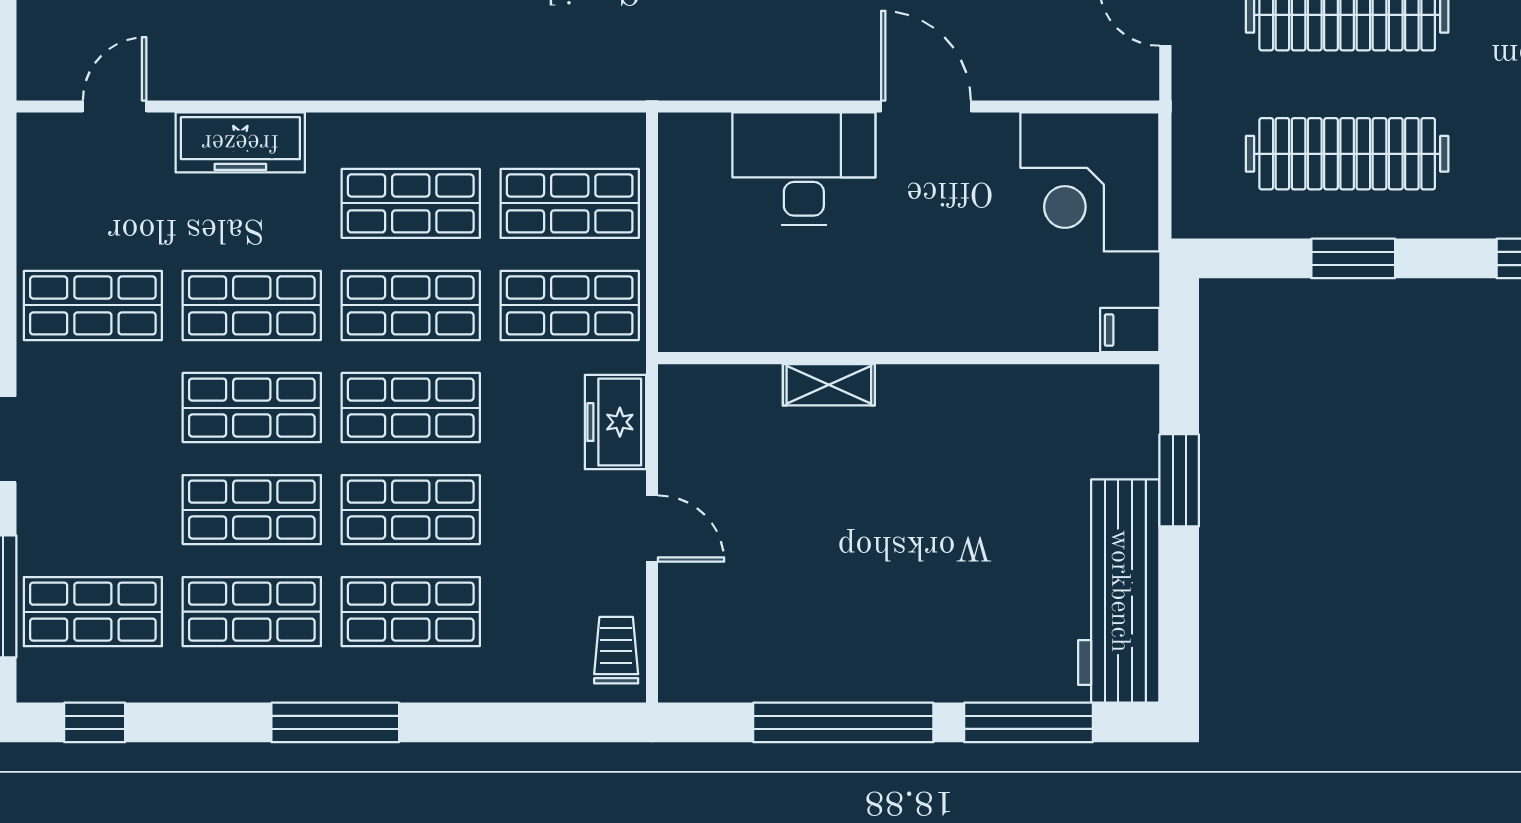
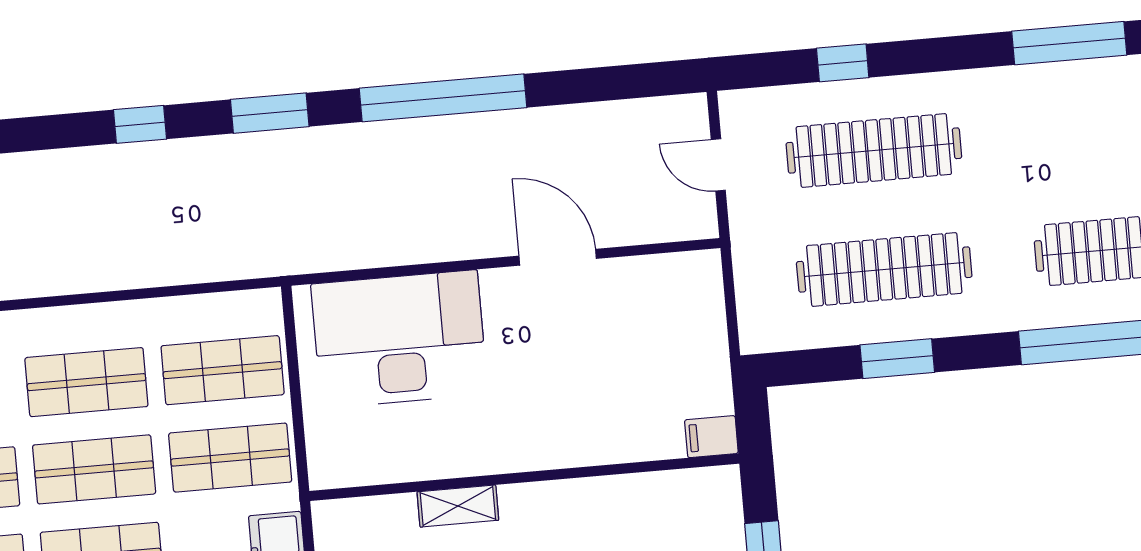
door: (926, 106) -> (558, 257), moved
desk: (804, 168) -> (399, 339), width x1.36, depth x1.30
corner desk: (1090, 182) -> (666, 313), removed

